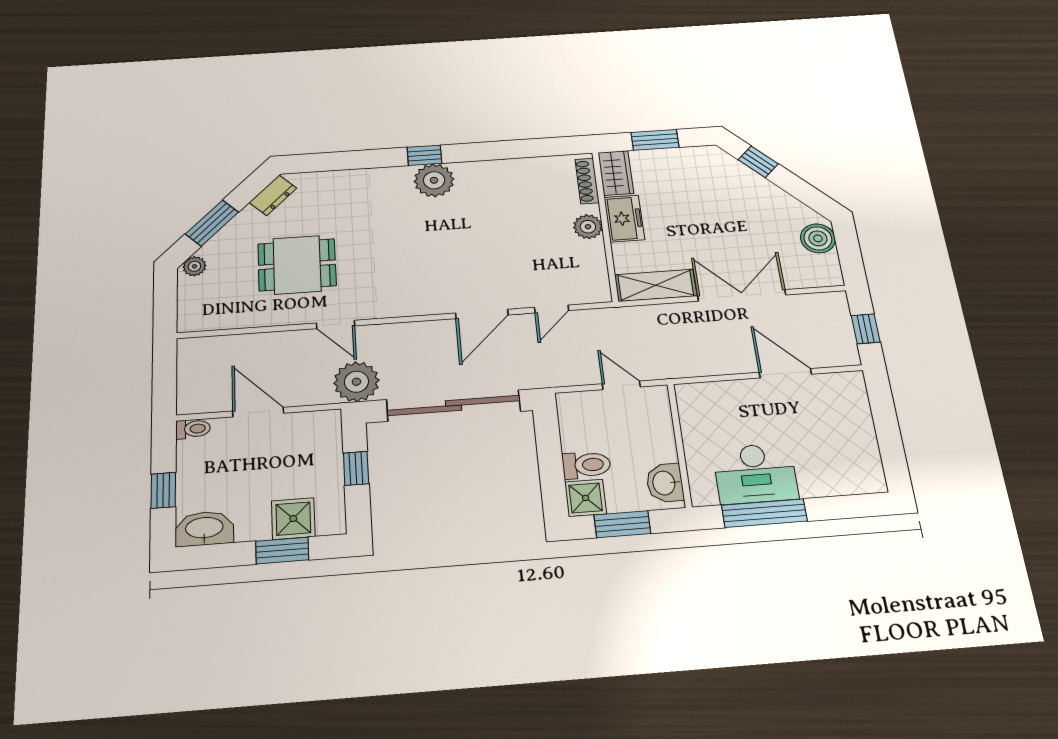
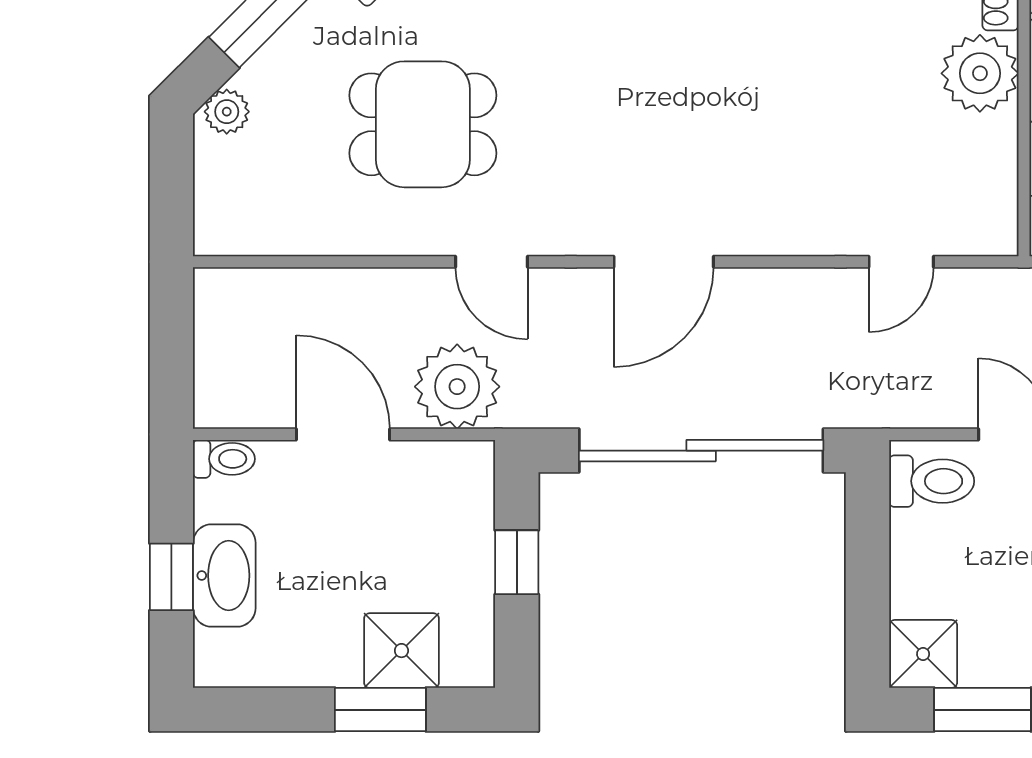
plant: (588, 227) -> (980, 73), width x1.36, depth x1.36
door: (482, 314) -> (664, 262), moved
plant: (356, 382) -> (457, 387), moved
toilet: (586, 465) -> (932, 481), moved
washbasin: (204, 529) -> (224, 575), moved, turned 90

